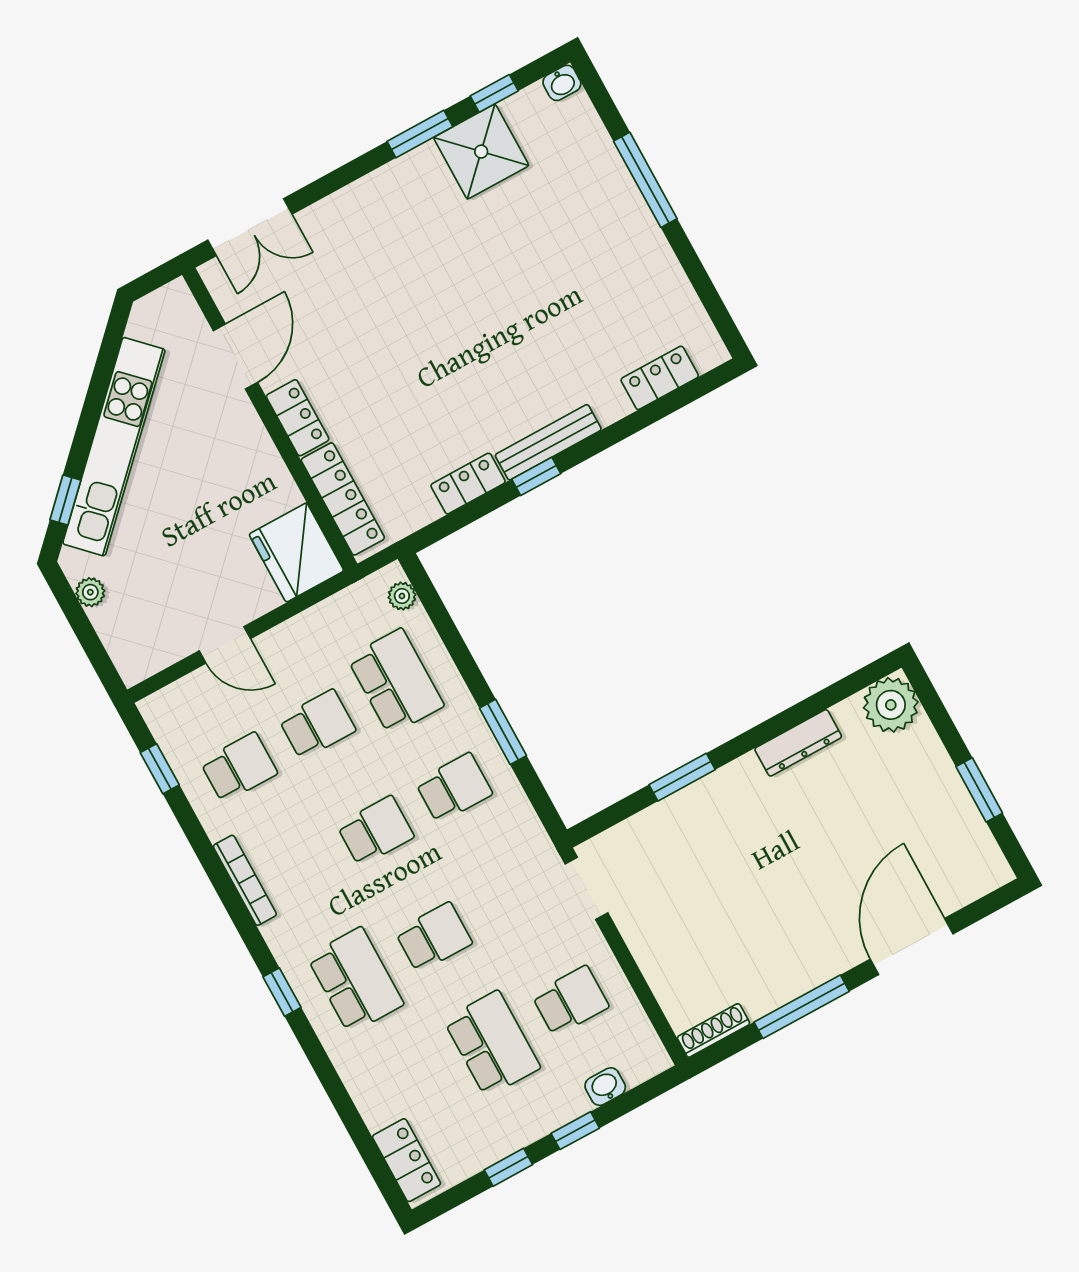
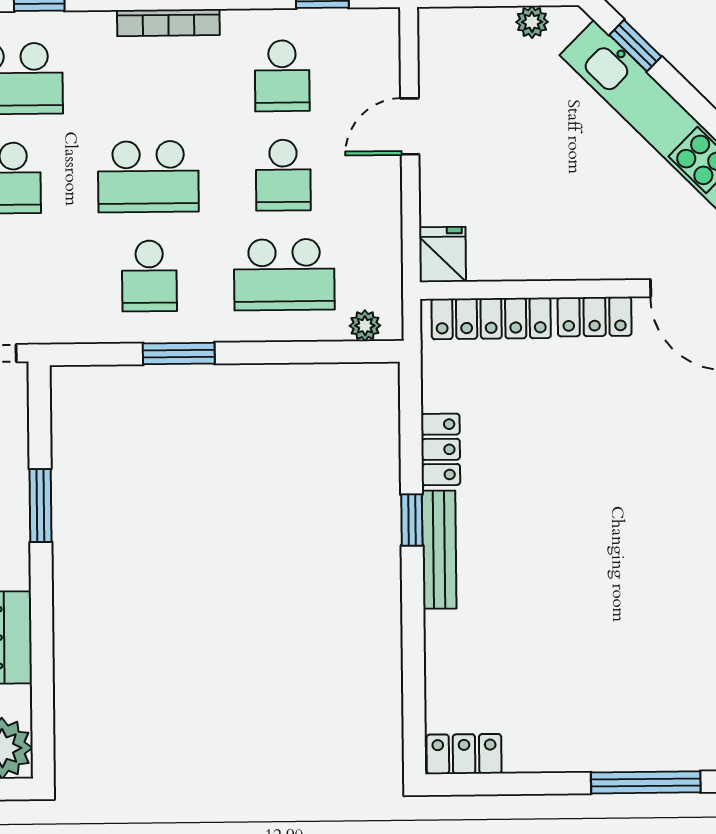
locker: (660, 378) -> (464, 754), moved, turned -90
fridge: (296, 553) -> (443, 254), width x0.53, depth x0.75
school desk: (375, 831) -> (148, 177), width x1.85

